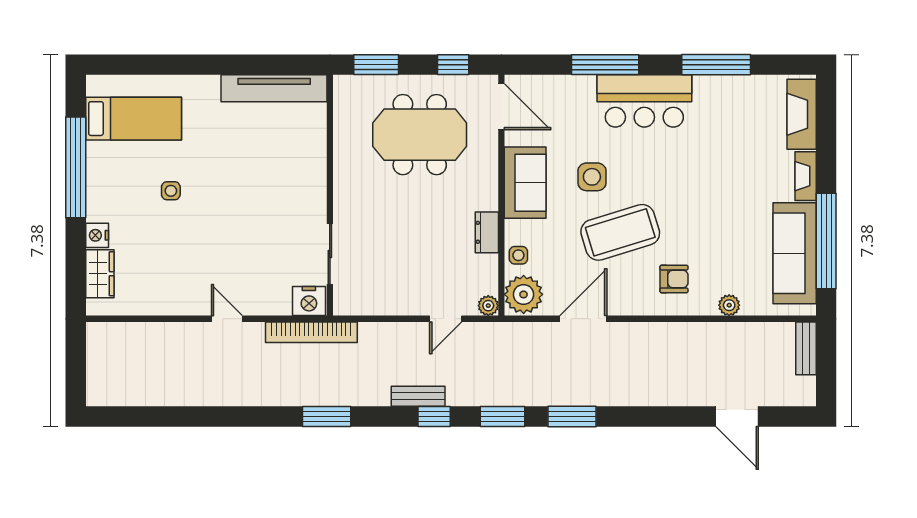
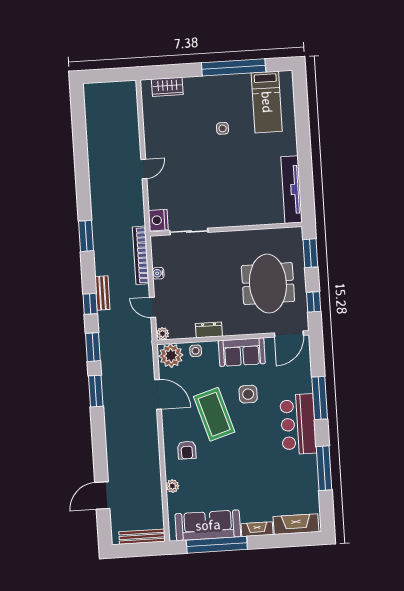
nightstand: (97, 235) -> (191, 84), removed
water cooler: (393, 307) -> (158, 273), added
bookcase: (311, 332) -> (141, 255), moved
bench: (806, 348) -> (142, 537), width x1.36

